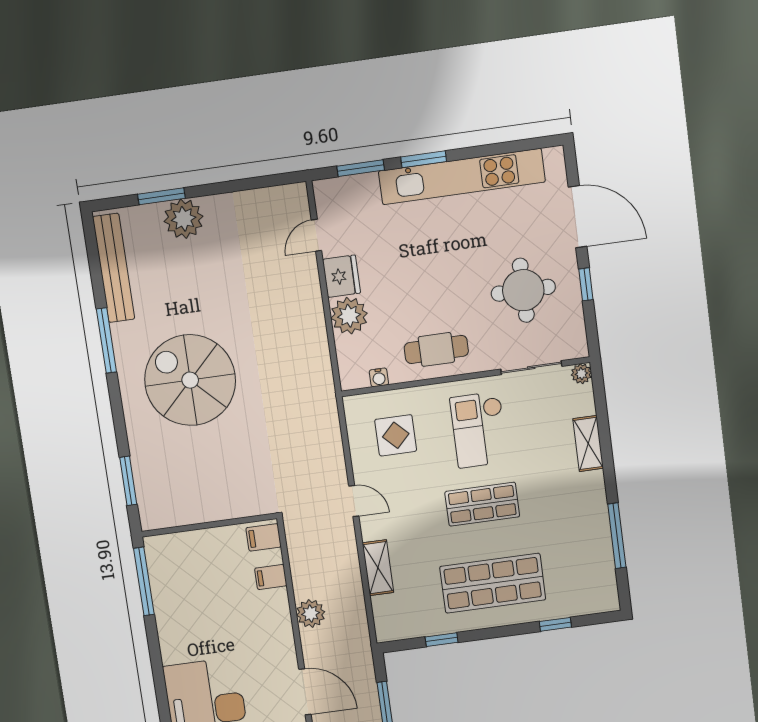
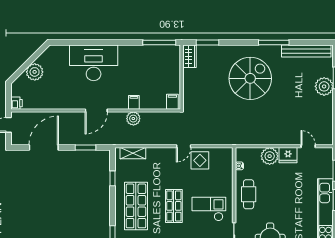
display table: (396, 435) -> (200, 160), moved
wardrobe: (163, 515) -> (189, 56), added
shelving: (378, 568) -> (133, 153), moved
filing cabinet: (271, 577) -> (134, 102), moved

